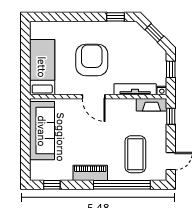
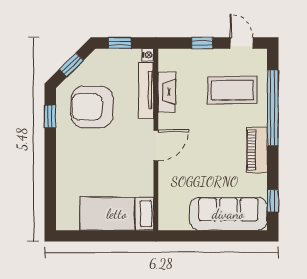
armchair: (92, 60) -> (92, 107), moved
fireplace: (151, 105) -> (167, 92), moved
window: (171, 116) -> (202, 43), moved
sofa: (42, 131) -> (228, 214), moved

